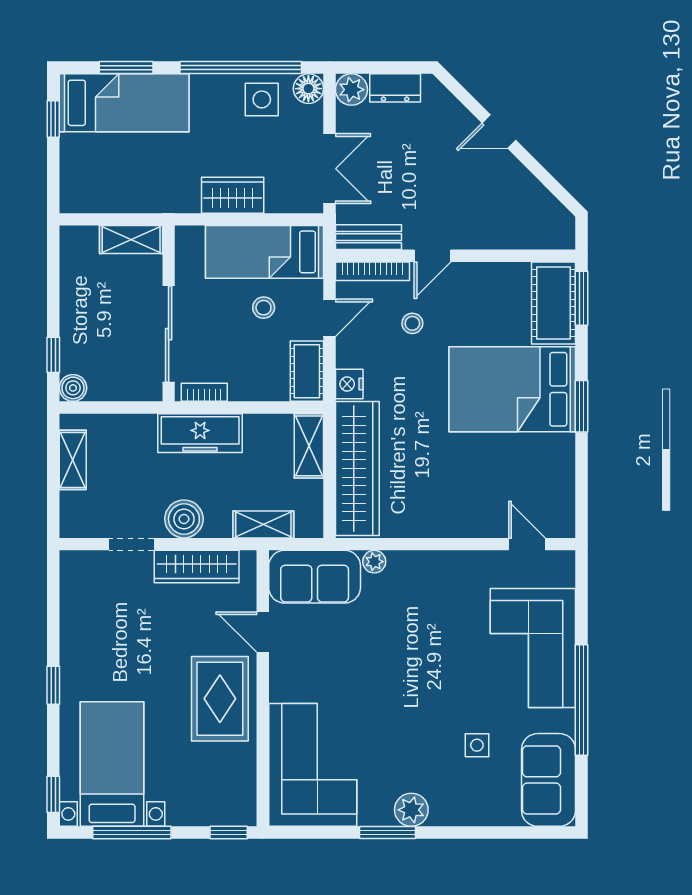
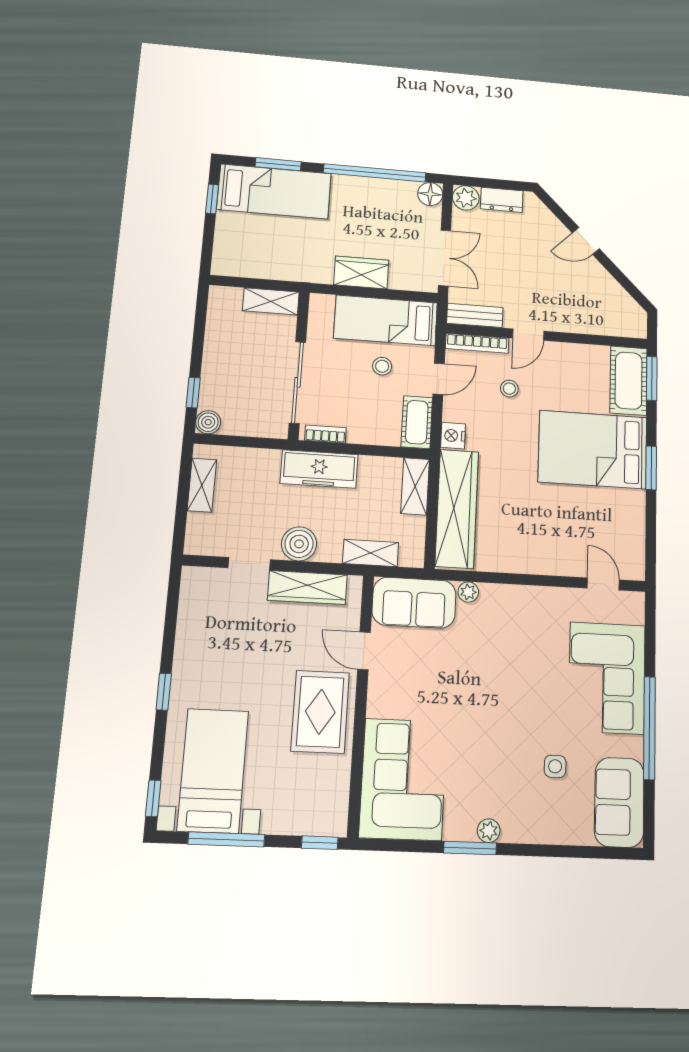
side table: (262, 99) -> (391, 199), removed
plant: (411, 810) -> (489, 831), width x0.73, depth x0.73

